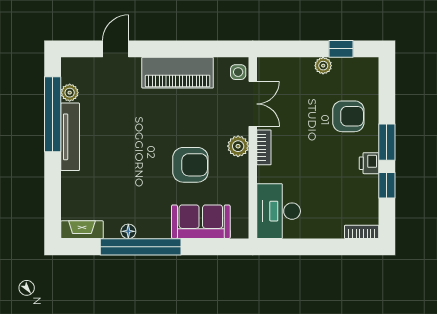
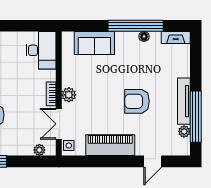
plant: (323, 66) -> (39, 150), moved
armchair: (190, 165) -> (137, 101), moved

